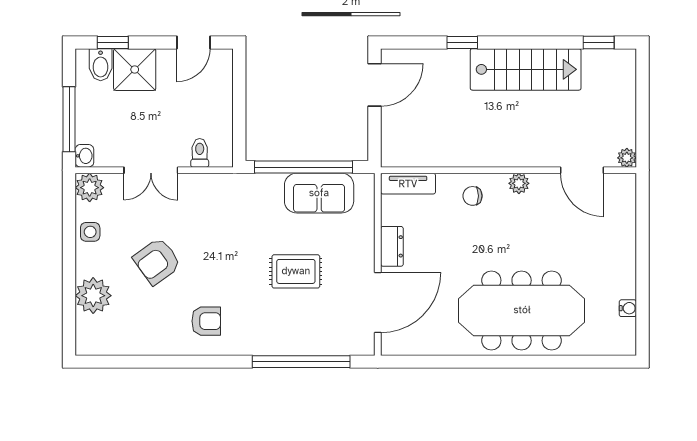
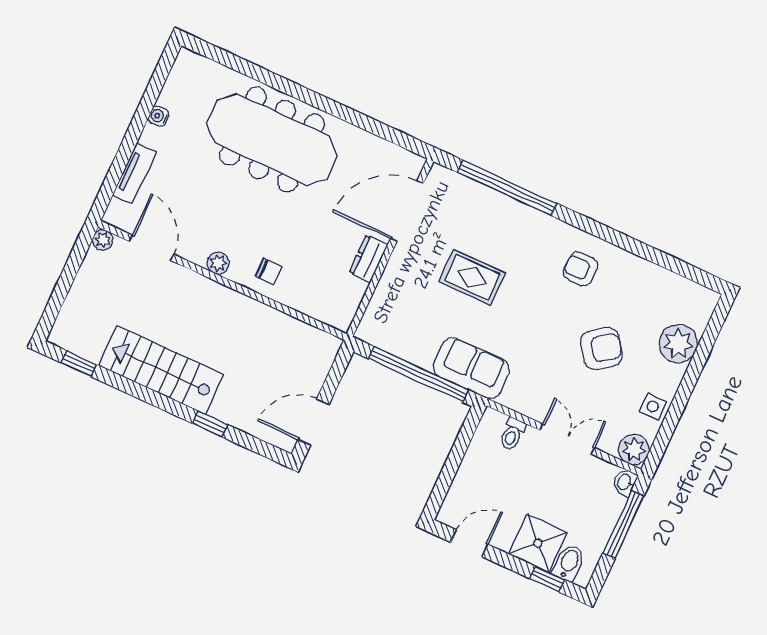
tv unit: (408, 184) -> (134, 174), moved, turned 90
sofa: (319, 193) -> (471, 368), moved
water cooler: (628, 308) -> (159, 116), moved

